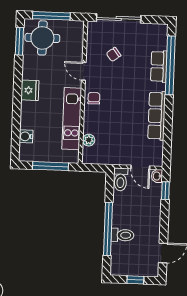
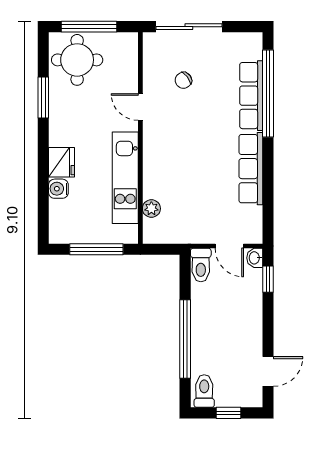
window: (19, 41) -> (43, 98), moved
row of seats: (159, 66) -> (251, 96), width x1.48
fridge: (30, 90) -> (61, 162), moved
chair: (94, 98) -> (157, 146), removed
water cooler: (26, 136) -> (58, 189), moved
toilet: (123, 235) -> (204, 391), moved, turned -90

